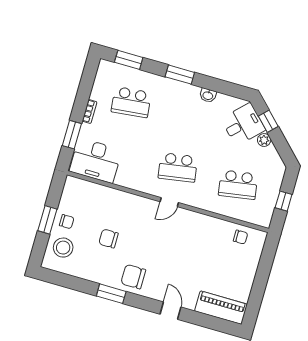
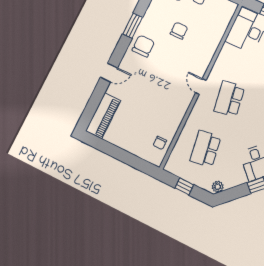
plant: (264, 140) -> (218, 187), moved

